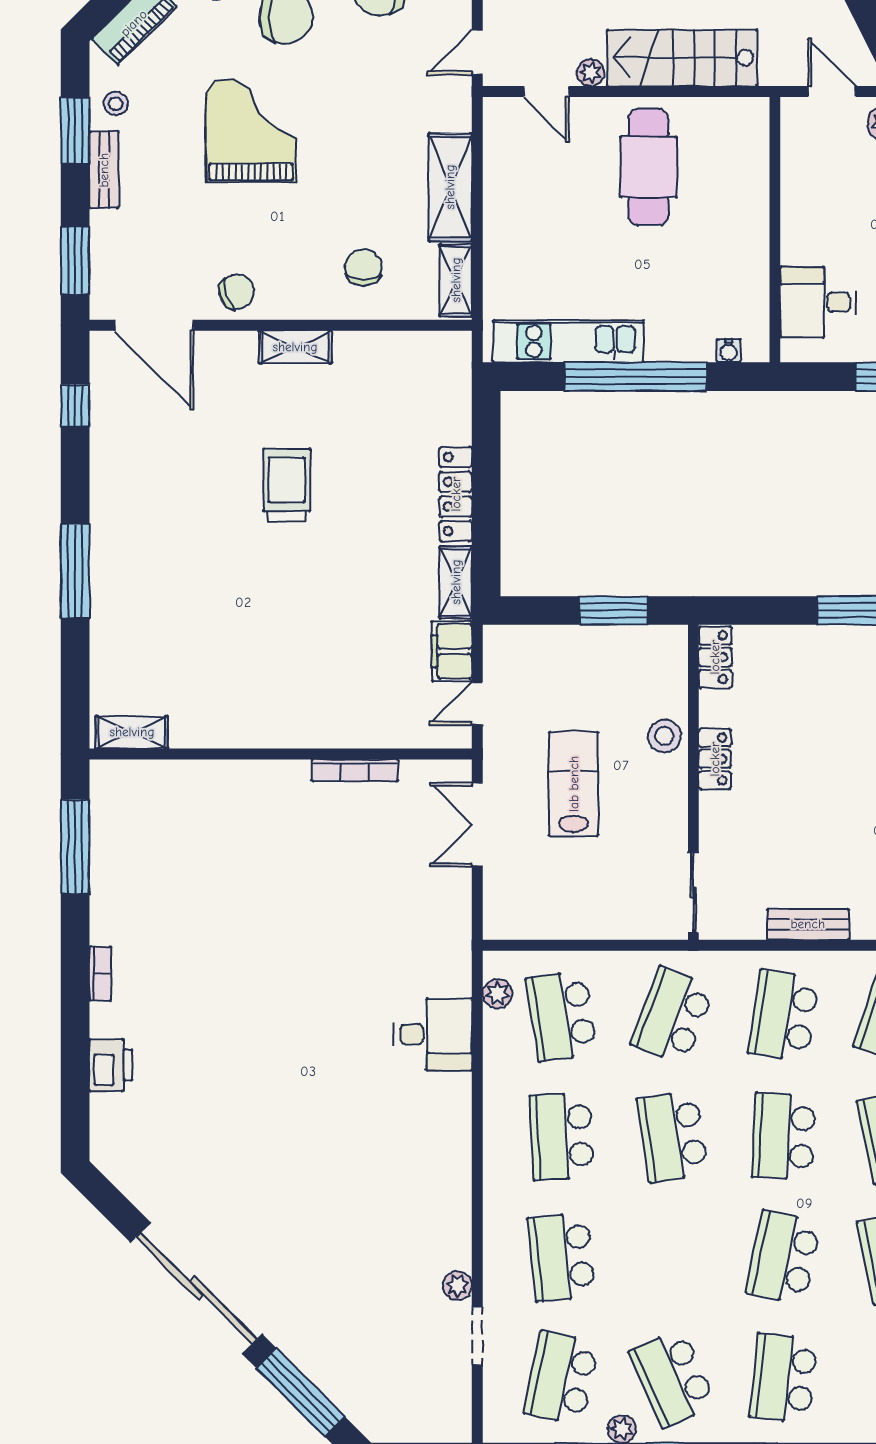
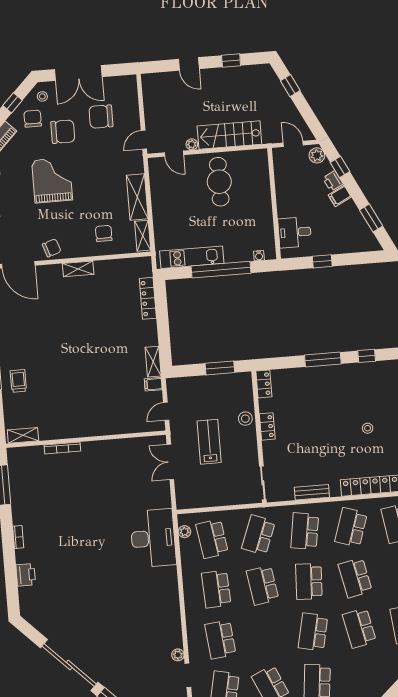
trolley: (287, 485) -> (18, 381), moved, width x0.73, depth x0.72
locker: (456, 494) -> (148, 298), moved
filing cabinet: (452, 651) -> (153, 384), width x0.50
bookcase: (355, 770) -> (62, 448), moved
desk: (433, 1034) -> (153, 538), width x1.87, depth x1.30

